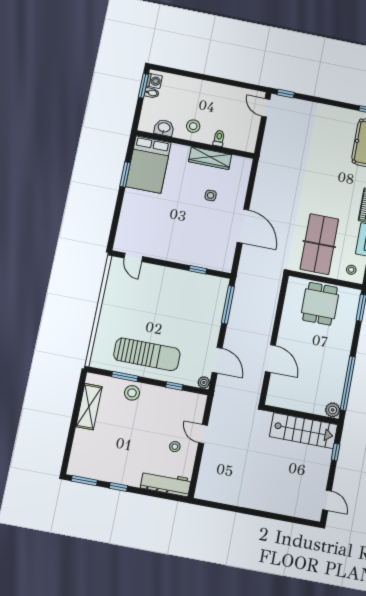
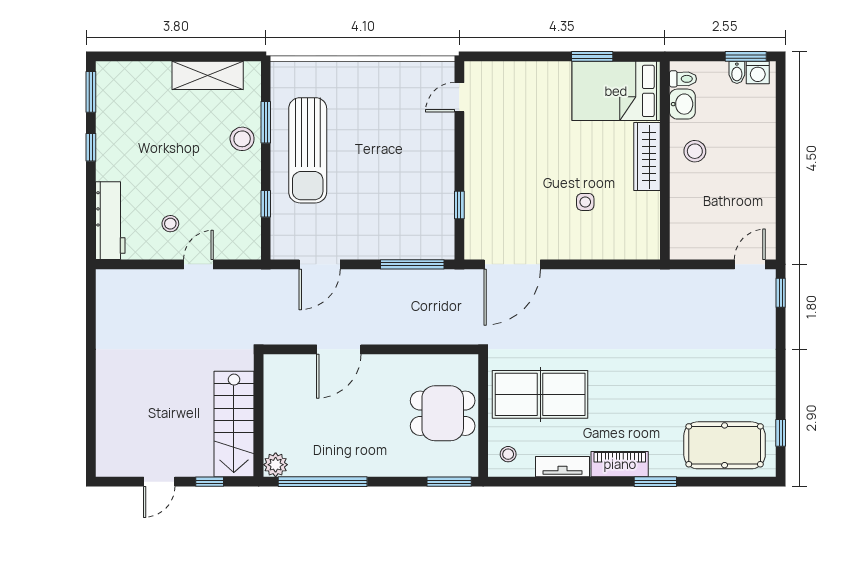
toilet: (219, 138) -> (683, 79), moved
wardrobe: (210, 158) -> (647, 157), moved
door: (243, 226) -> (512, 264), moved
plant: (204, 382) -> (280, 250), removed
door: (327, 500) -> (159, 482), moved

